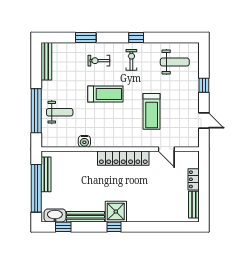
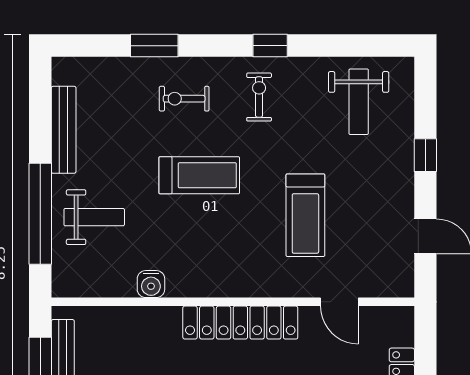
bench: (46, 61) -> (64, 130), moved
weight bench: (175, 62) -> (359, 102), turned 90

